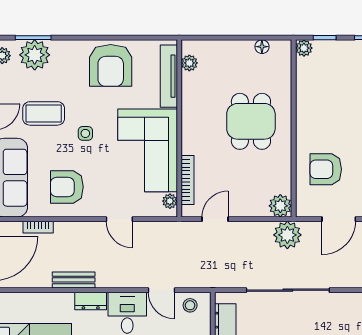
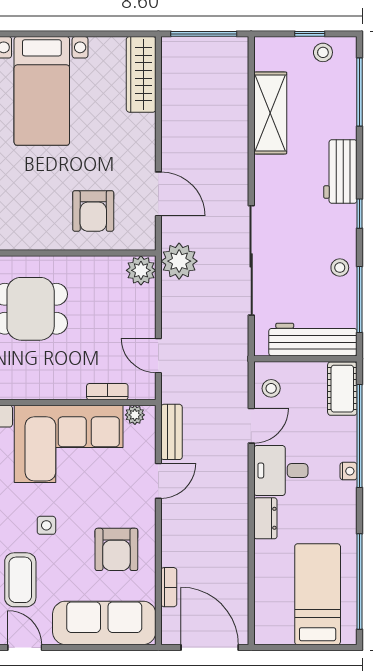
bookcase: (188, 180) -> (107, 392), width x0.64
bench: (74, 280) -> (172, 432), moved

